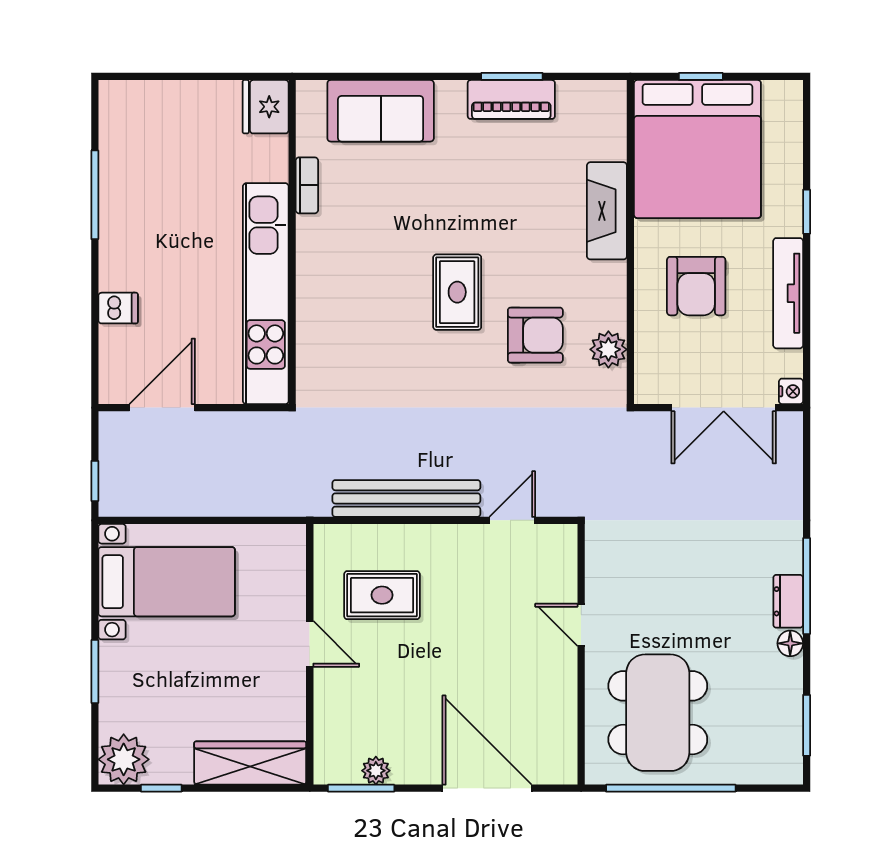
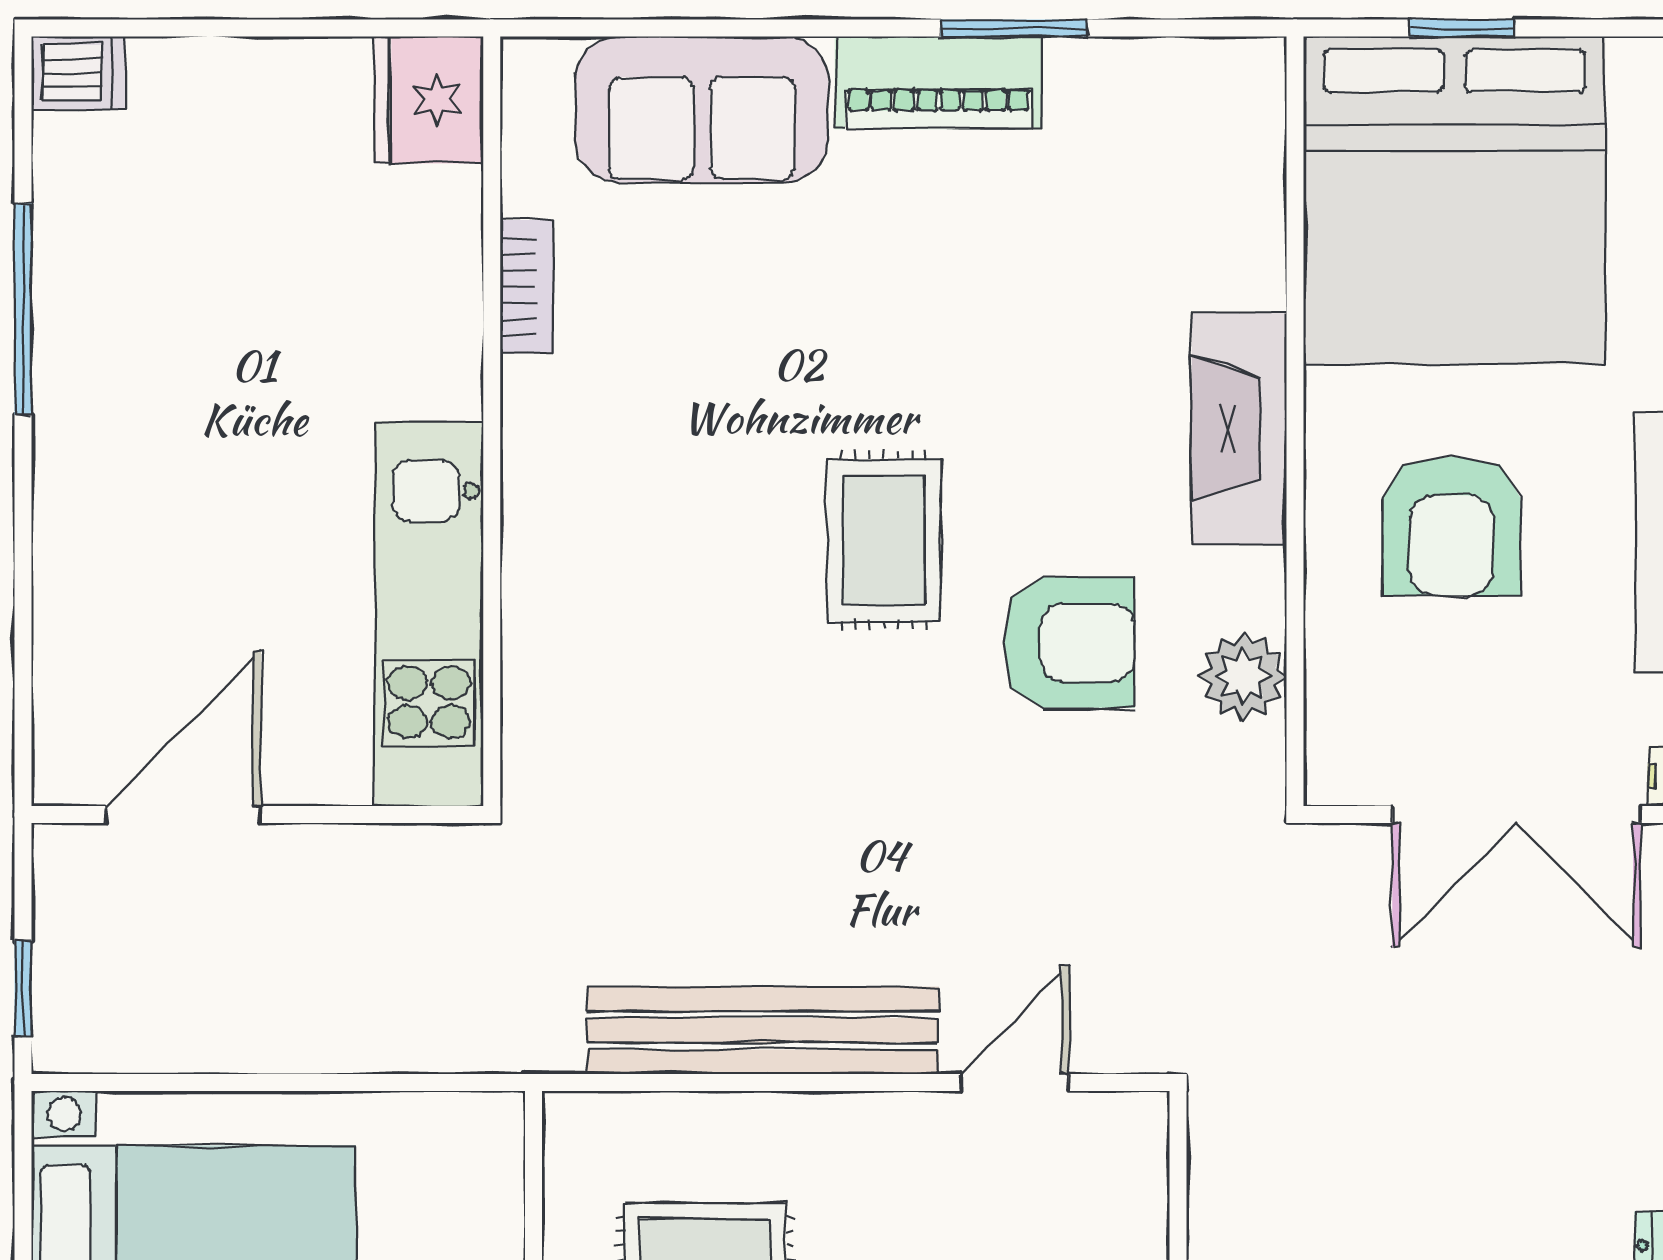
piano: (511, 99) -> (939, 83), moved
fireplace: (607, 211) -> (1239, 428), moved
kitchen unit: (266, 294) -> (429, 614), width x0.73
dishwasher: (118, 308) -> (78, 73), moved

